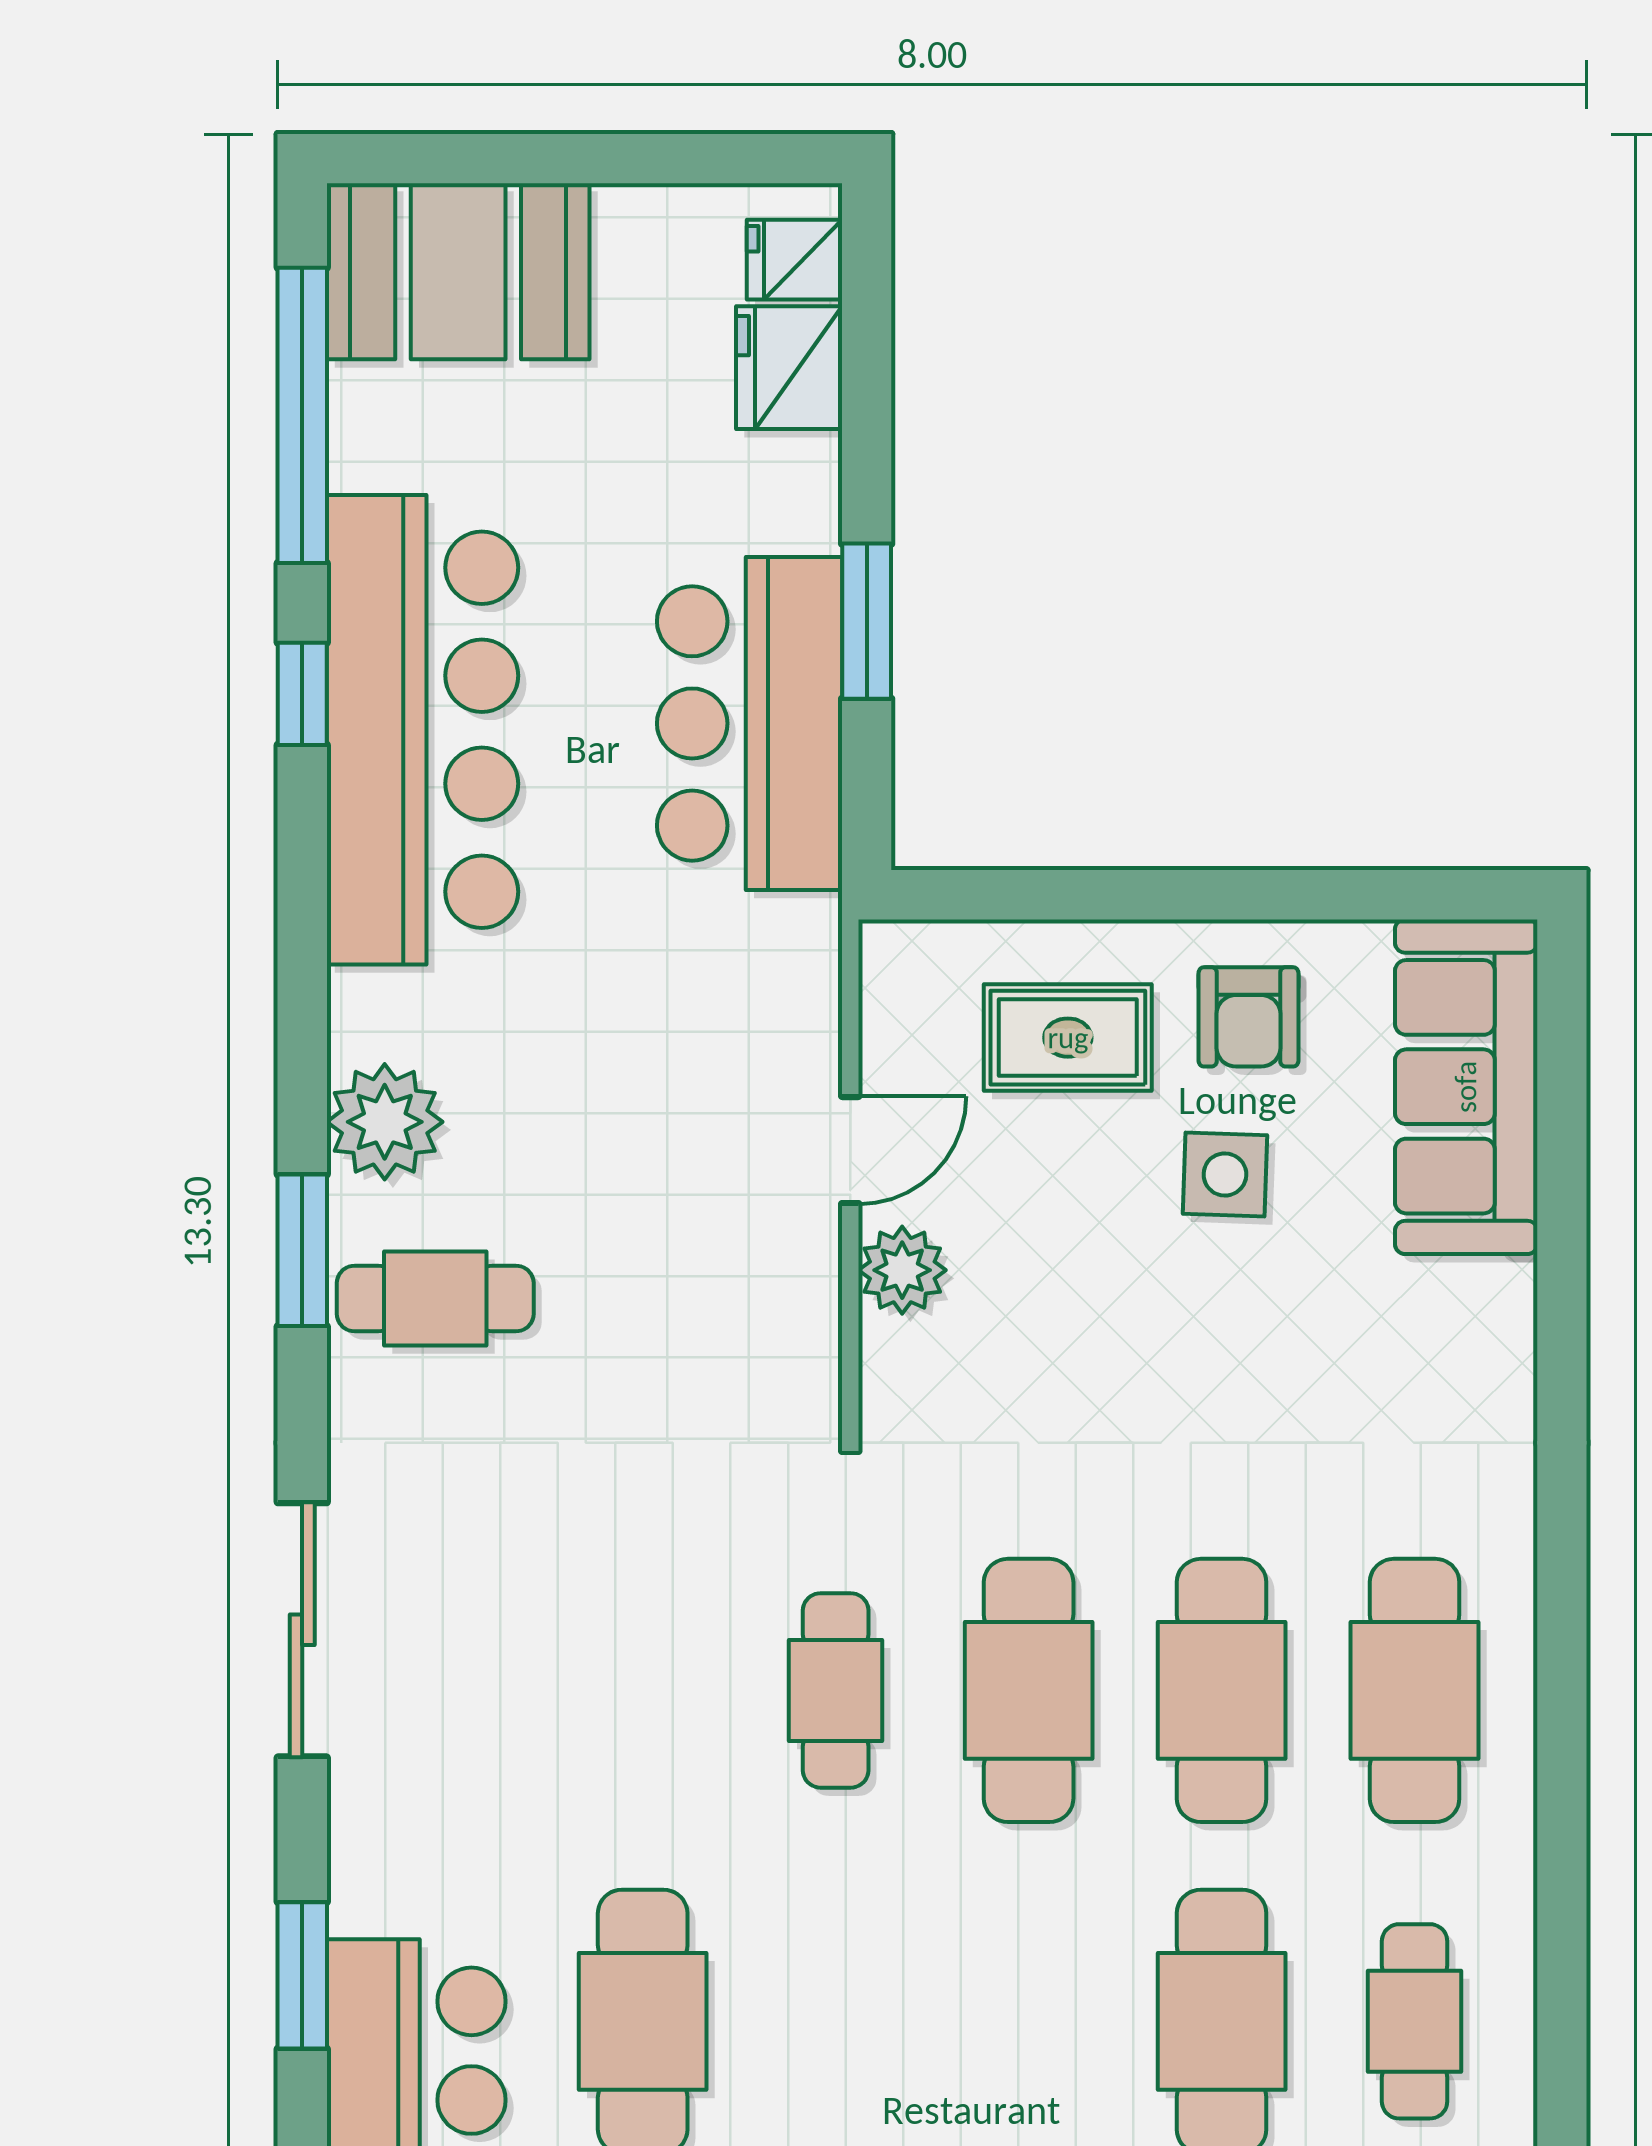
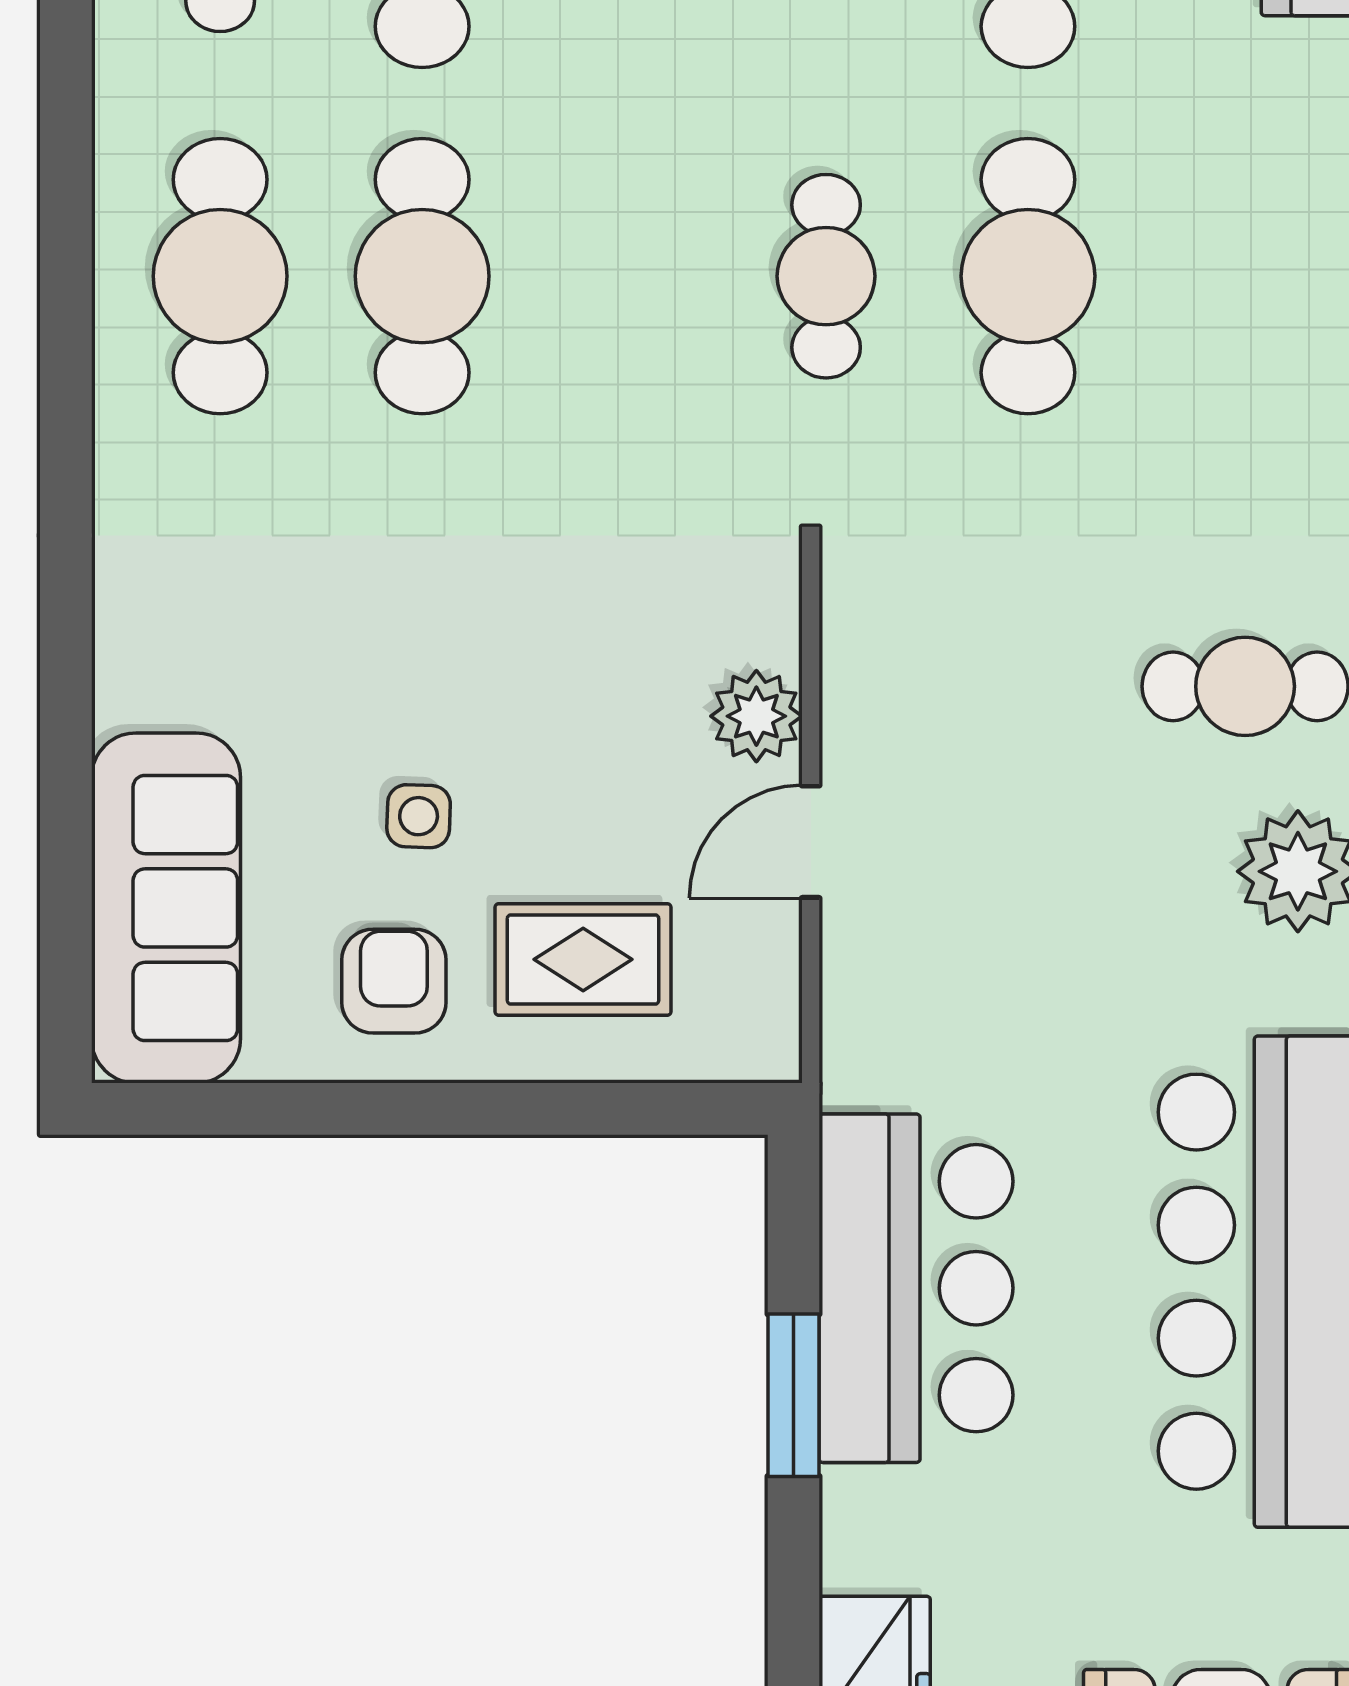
side table: (1225, 1174) -> (419, 816), width x0.73, depth x0.73
cafe table: (1029, 1690) -> (1028, 276), moved

